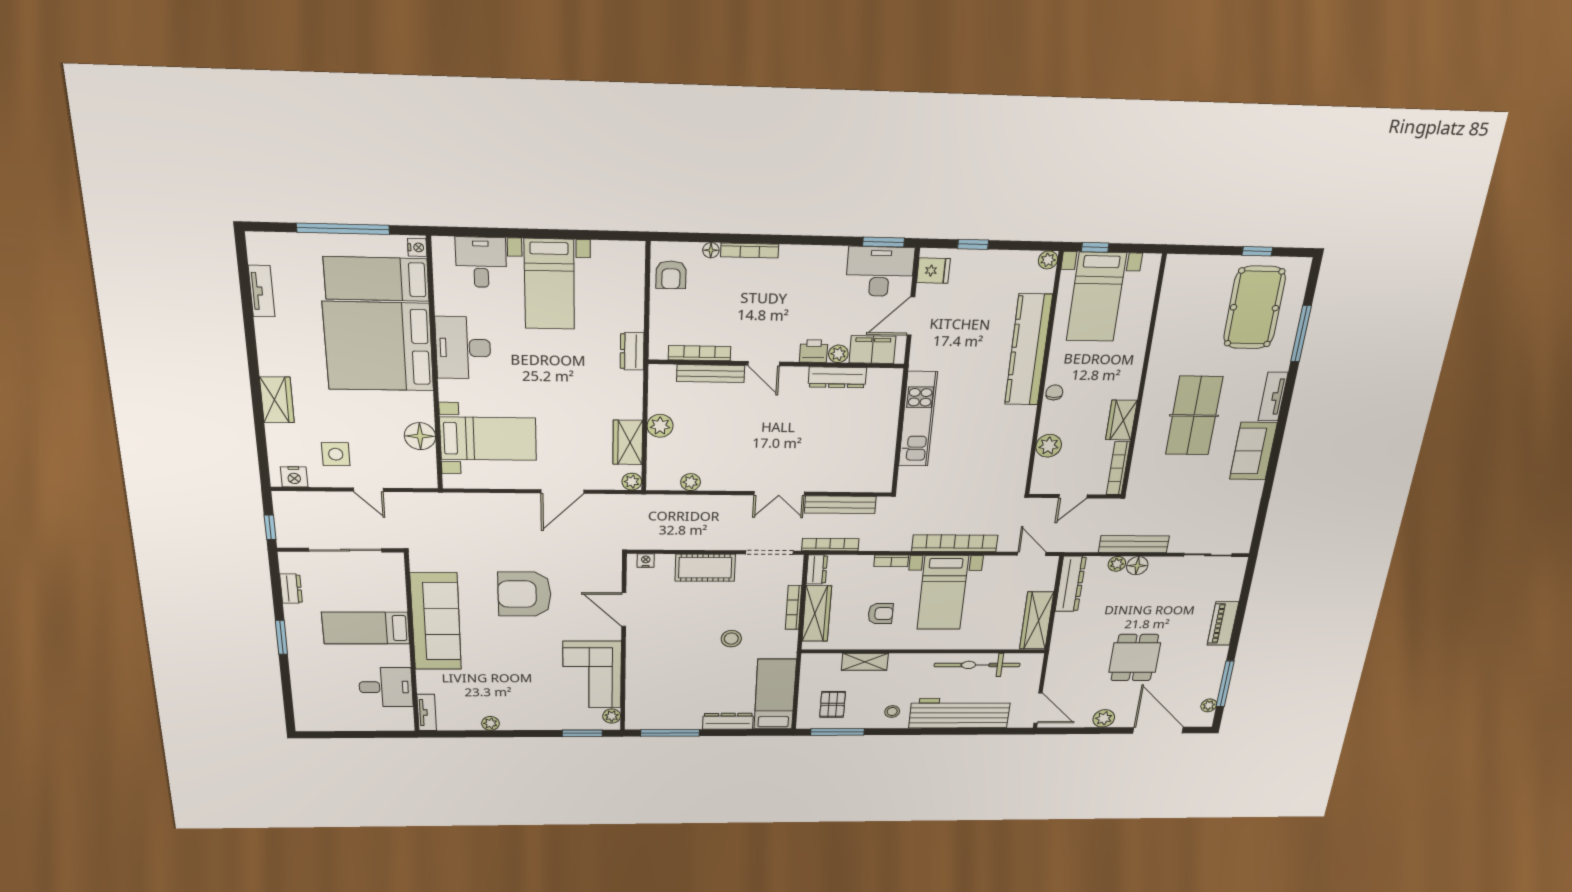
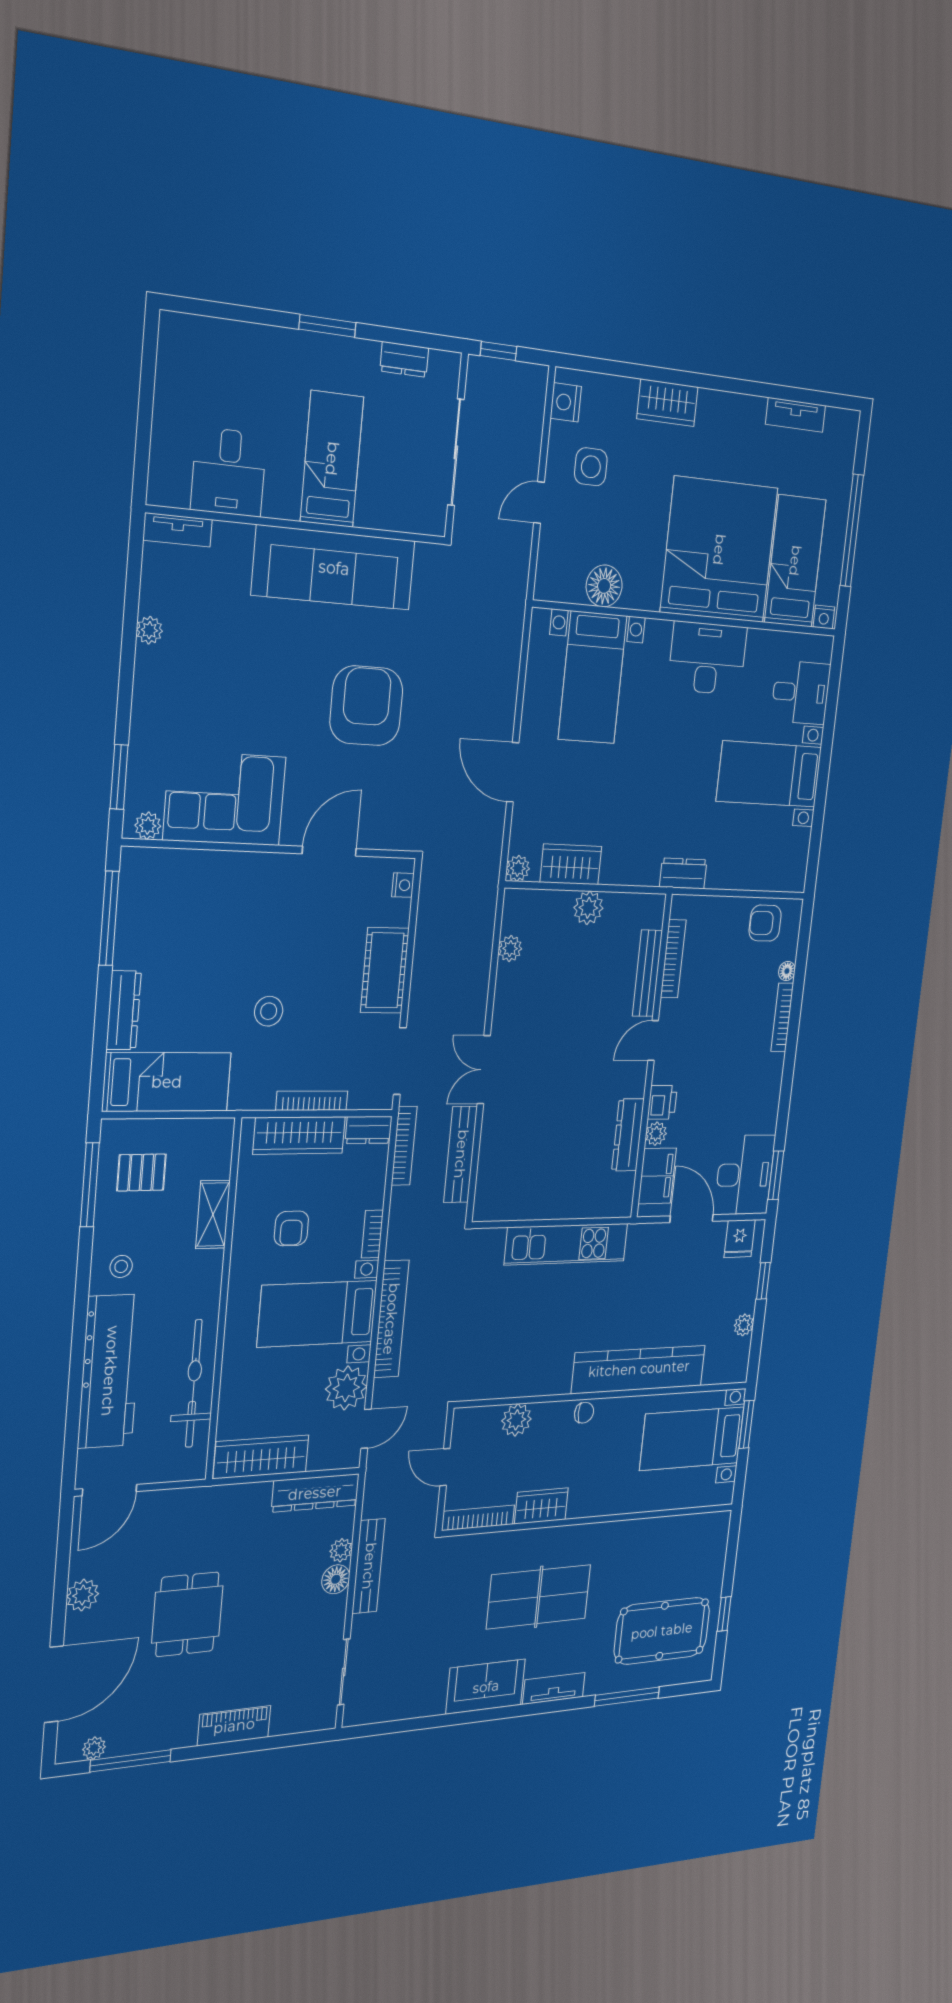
window: (1095, 247) -> (746, 1424), width x1.50
plant: (1048, 260) -> (744, 1325), moved
plant: (999, 570) -> (346, 1388), added
dining table: (1135, 658) -> (187, 1614), turned 90

